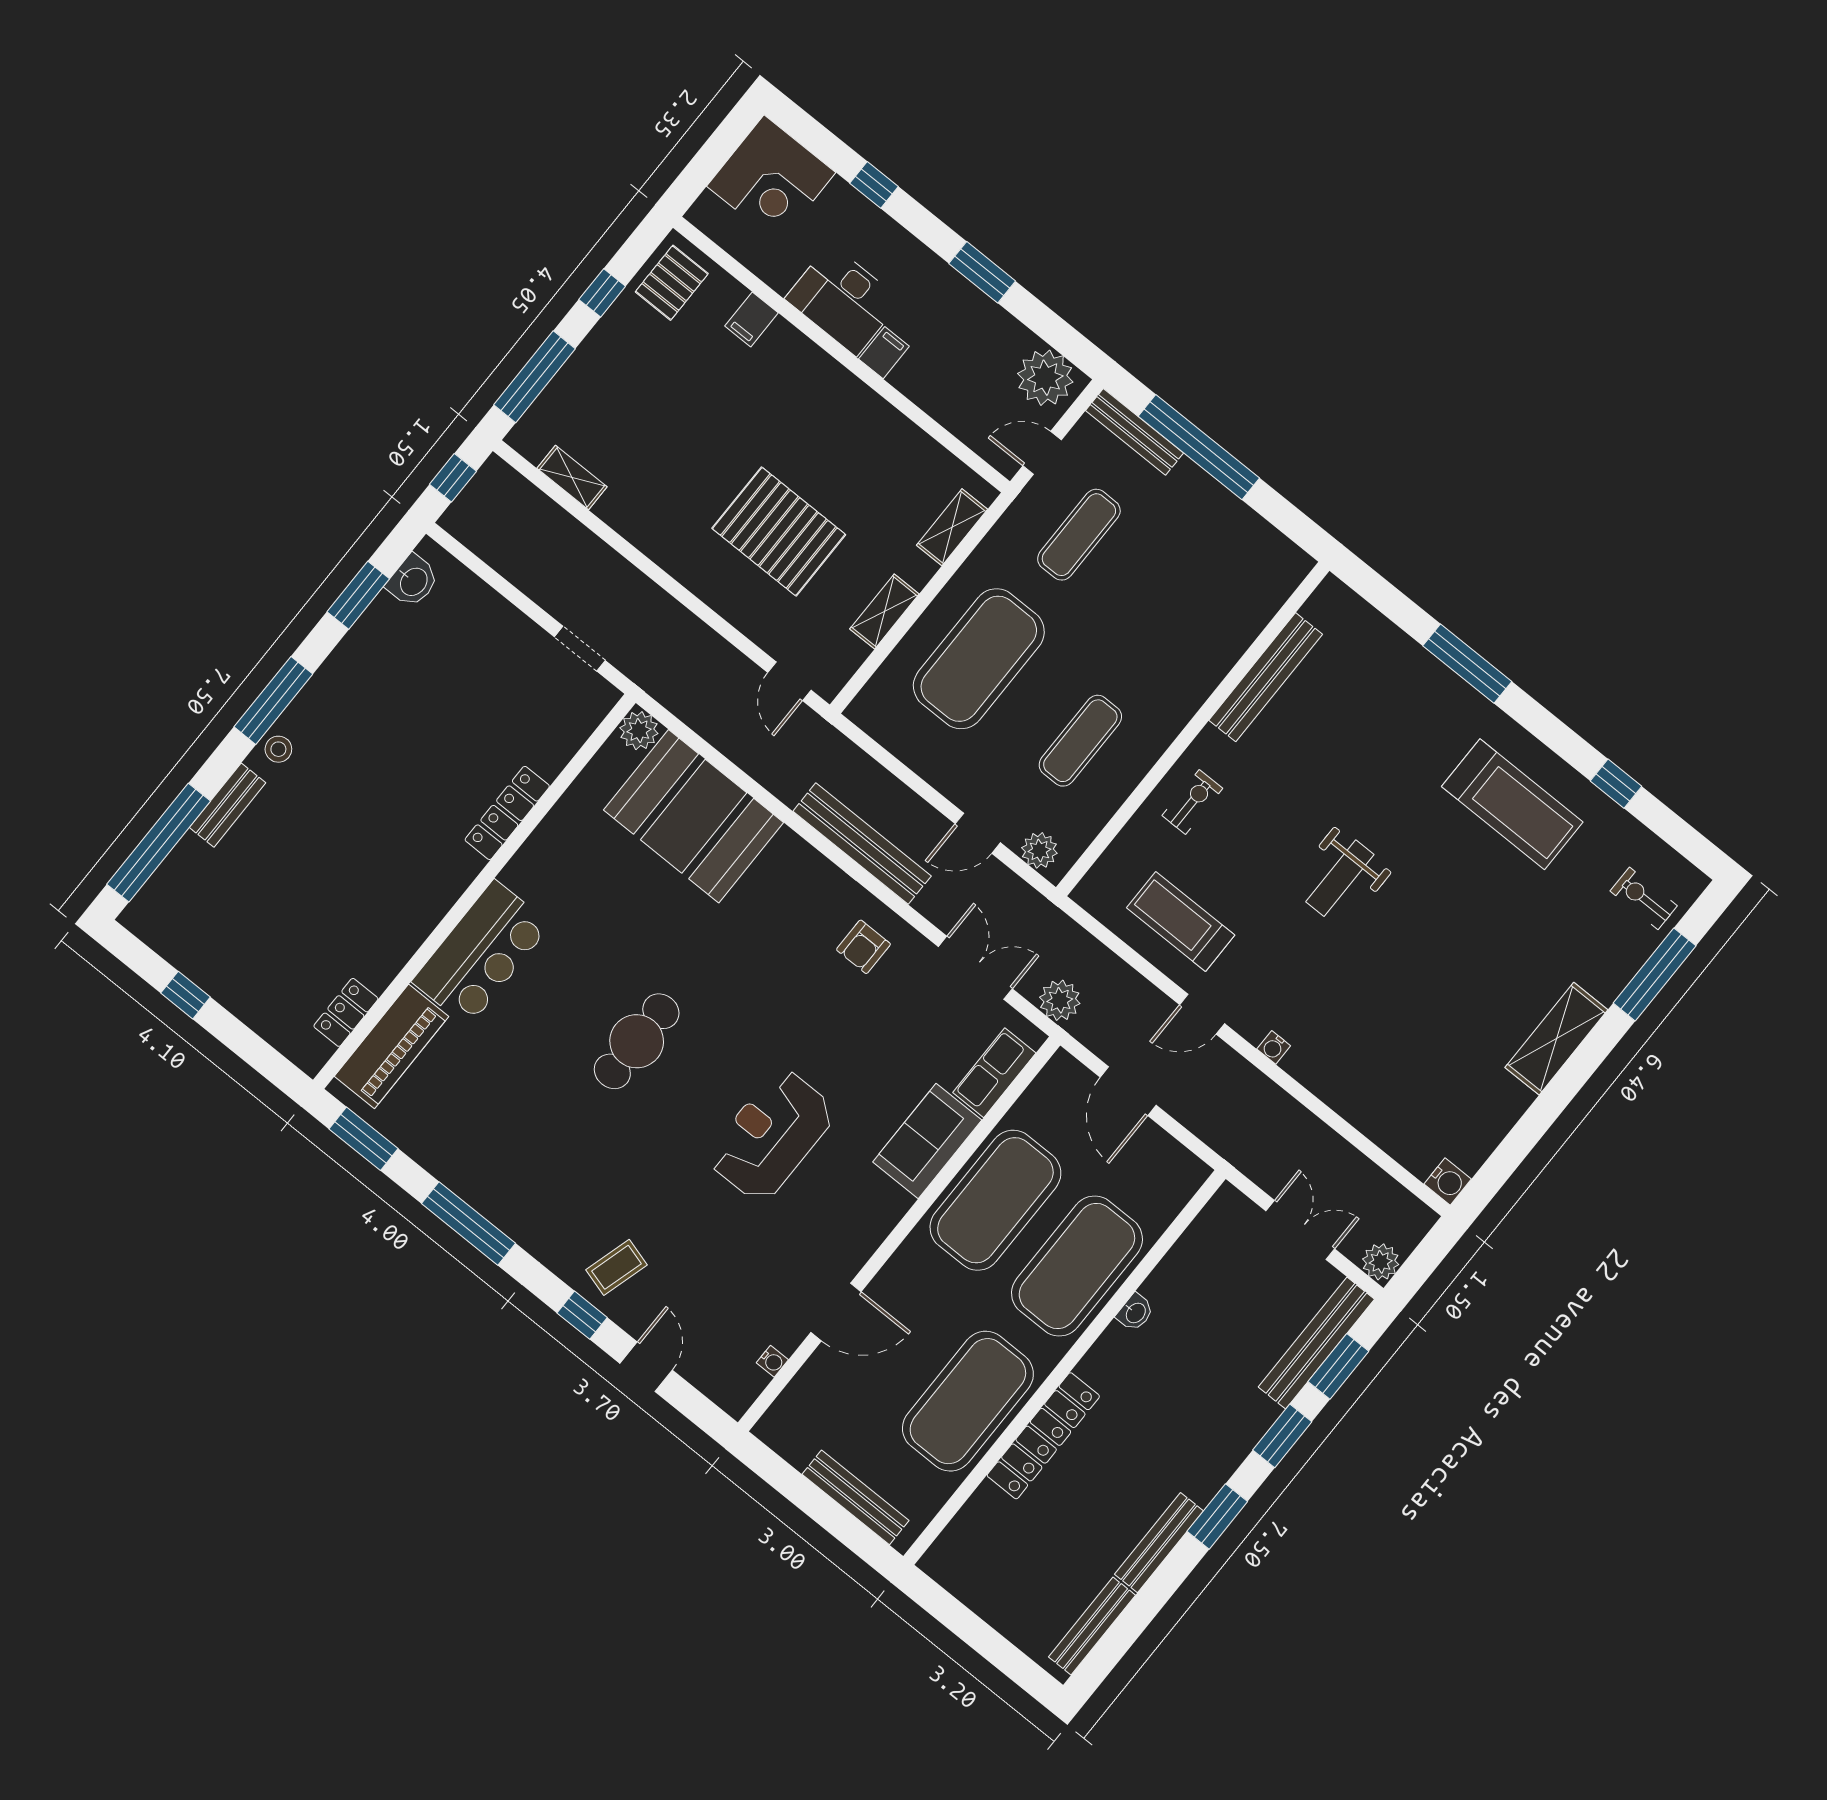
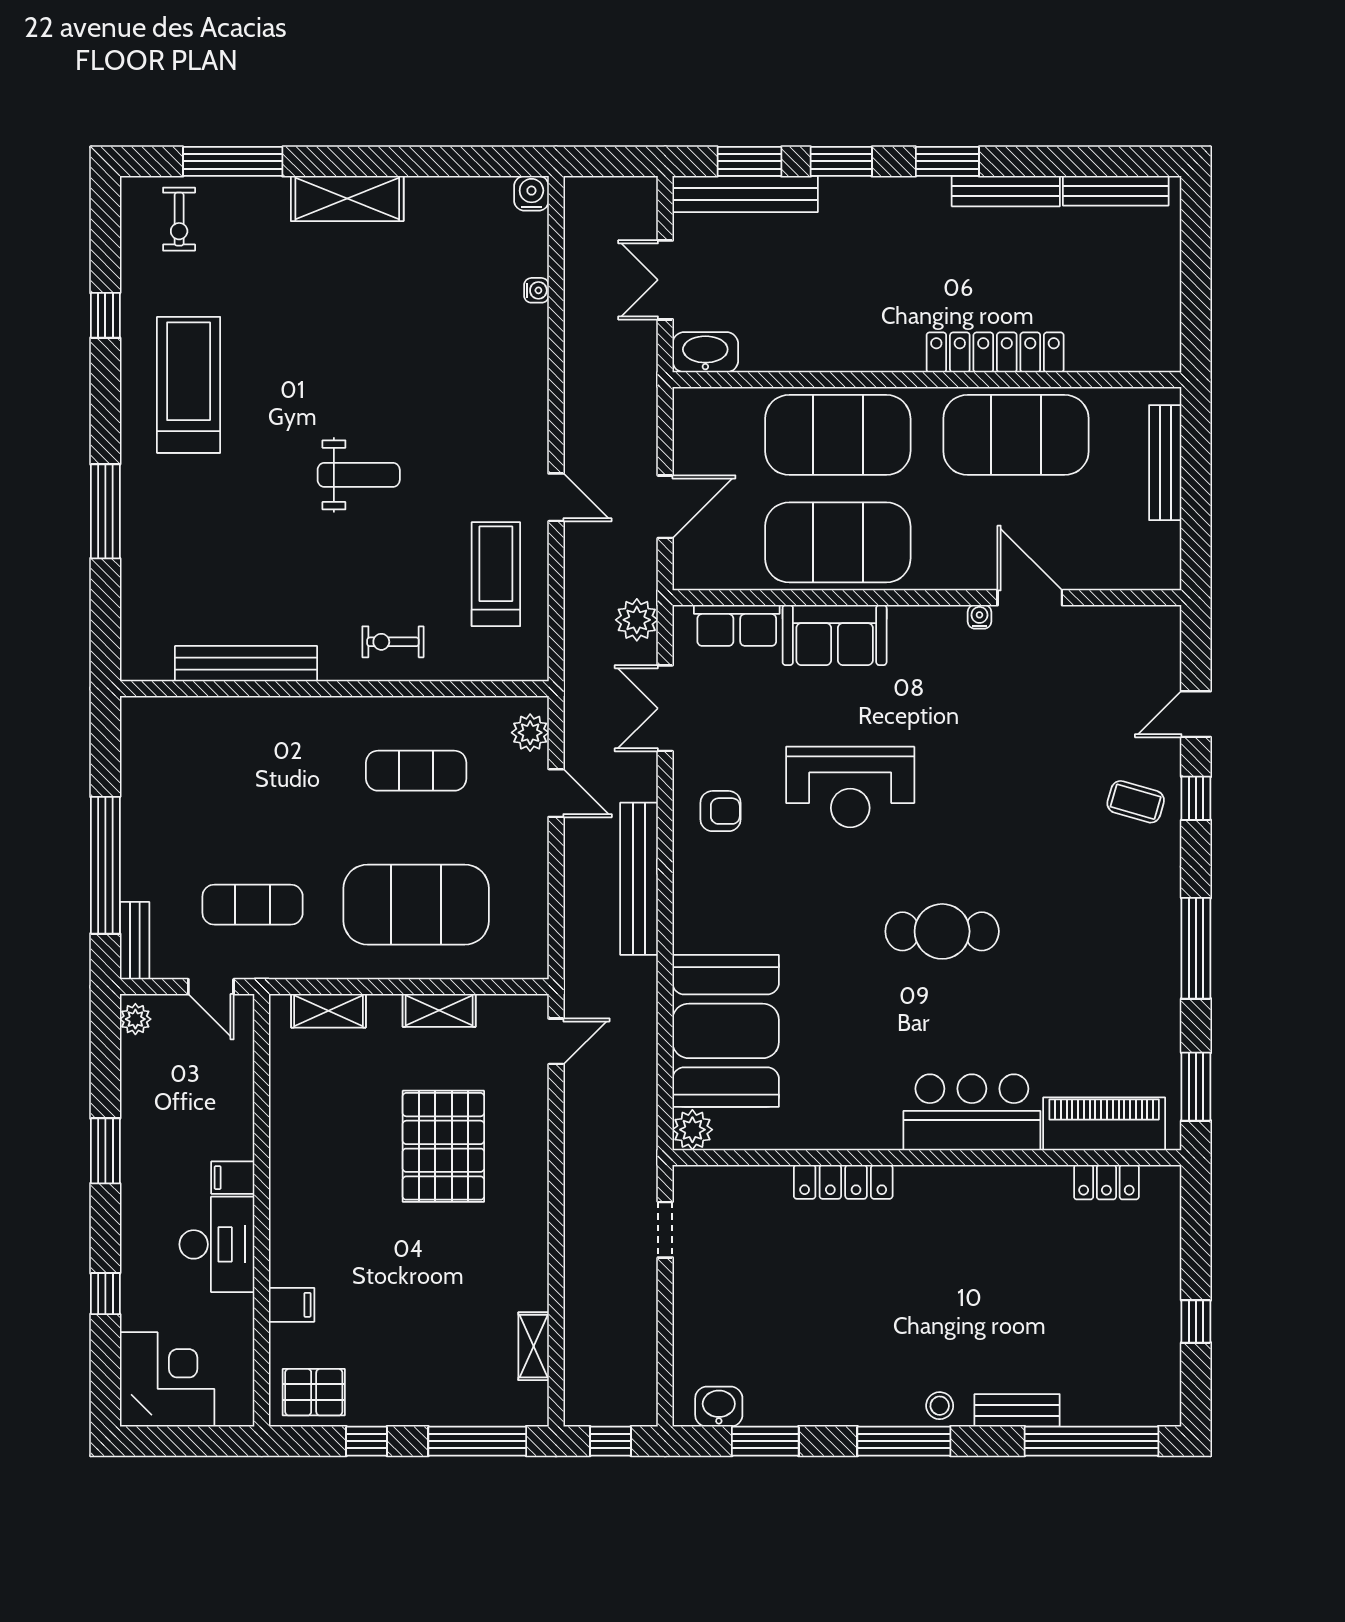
plant: (1045, 378) -> (135, 1019), width x0.53, depth x0.53
bench: (1134, 432) -> (135, 941), width x0.73
treadmill: (1181, 921) -> (496, 574), turned 180
water cooler: (1274, 1047) -> (536, 290), moved
reception desk: (771, 1135) -> (850, 787), moved
plant: (1381, 1262) -> (639, 195), removed
washbasin: (1135, 1313) -> (705, 352), moved, width x1.91, depth x1.45
water cooler: (772, 1361) -> (979, 617), moved

